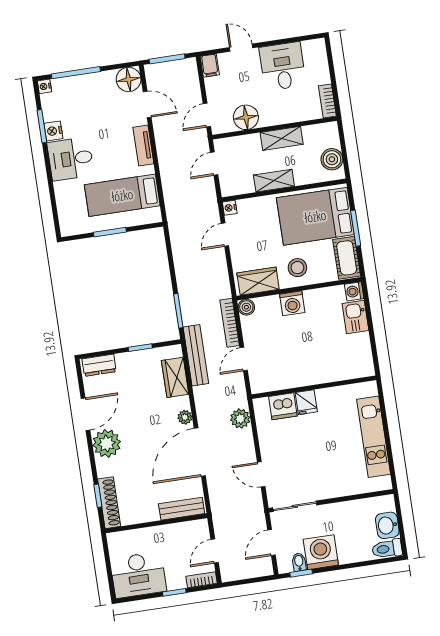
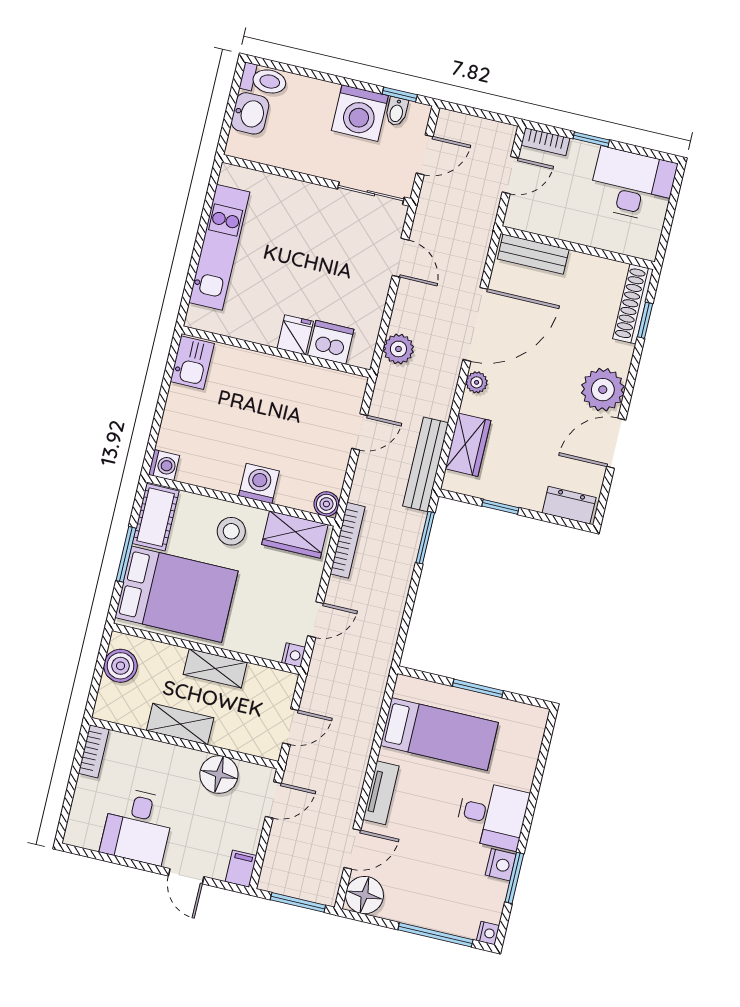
door: (147, 104) -> (352, 849), swing flipped
kitchen sink: (355, 317) -> (192, 363), moved
bookcase: (230, 323) -> (348, 540), moved

